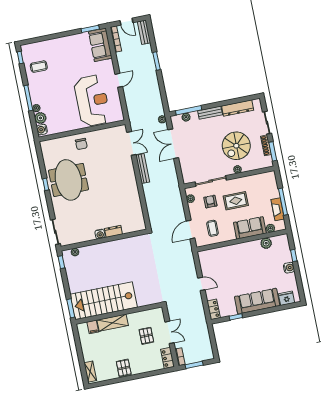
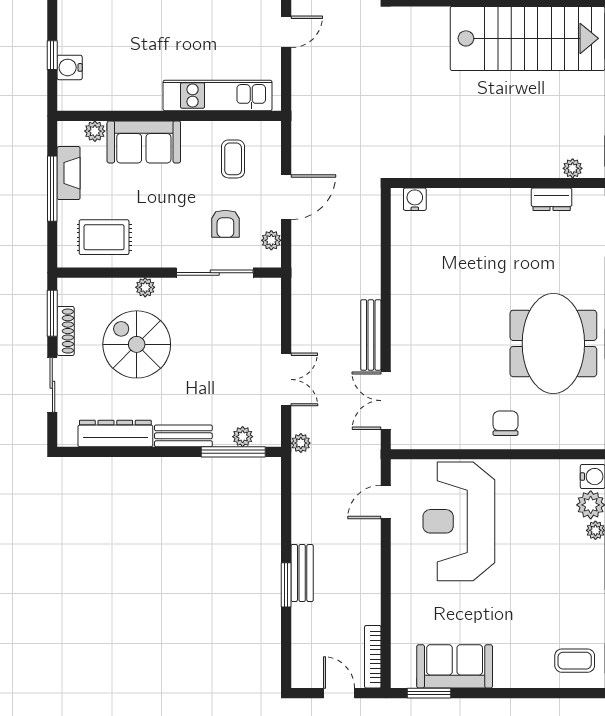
bench: (144, 32) -> (302, 573), moved
sofa: (100, 45) -> (455, 666), moved, turned -90
coffee table: (39, 67) -> (575, 661), moved
door: (119, 80) -> (386, 502), moved
double door: (173, 144) -> (286, 379), width x0.73
spiral stairs: (236, 146) -> (137, 344), turned -90
rug: (236, 201) -> (104, 237), moved
door: (190, 230) -> (286, 197), moved
dresser: (113, 231) -> (552, 199), moved
water cooler: (100, 234) -> (415, 199), moved
plant: (266, 243) -> (112, 98), removed
kitchen unit: (224, 253) -> (217, 96), added
water cooler: (289, 268) -> (70, 67), moved
door: (201, 284) -> (286, 32), swing flipped

